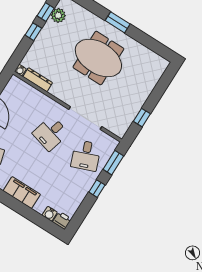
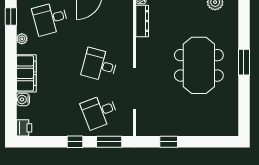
water cooler: (50, 214) -> (23, 99), moved

